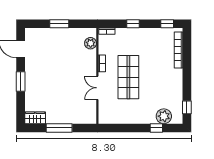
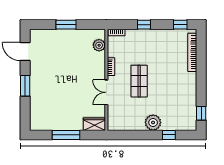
shop shelf: (128, 77) -> (139, 81), width x0.70, depth x0.74
plant: (164, 116) -> (153, 123), moved
wardrobe: (35, 118) -> (94, 124), moved

